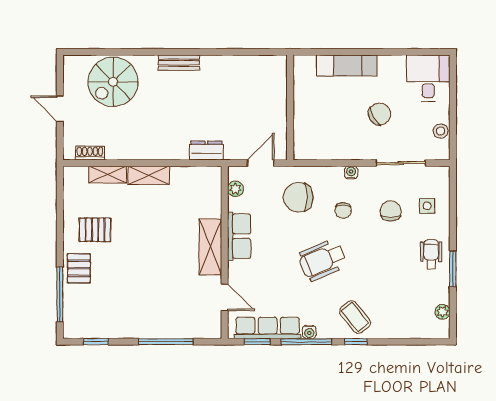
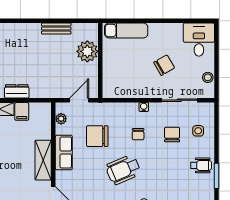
bench: (179, 63) -> (56, 29), moved
exam couch: (347, 65) -> (126, 30), moved
plant: (272, 95) -> (87, 51), added
dresser: (206, 151) -> (17, 91), moved
filing cabinet: (180, 179) -> (22, 111), added
chair: (298, 197) -> (97, 136), moved
wheelchair: (431, 254) -> (201, 165), turned 90

